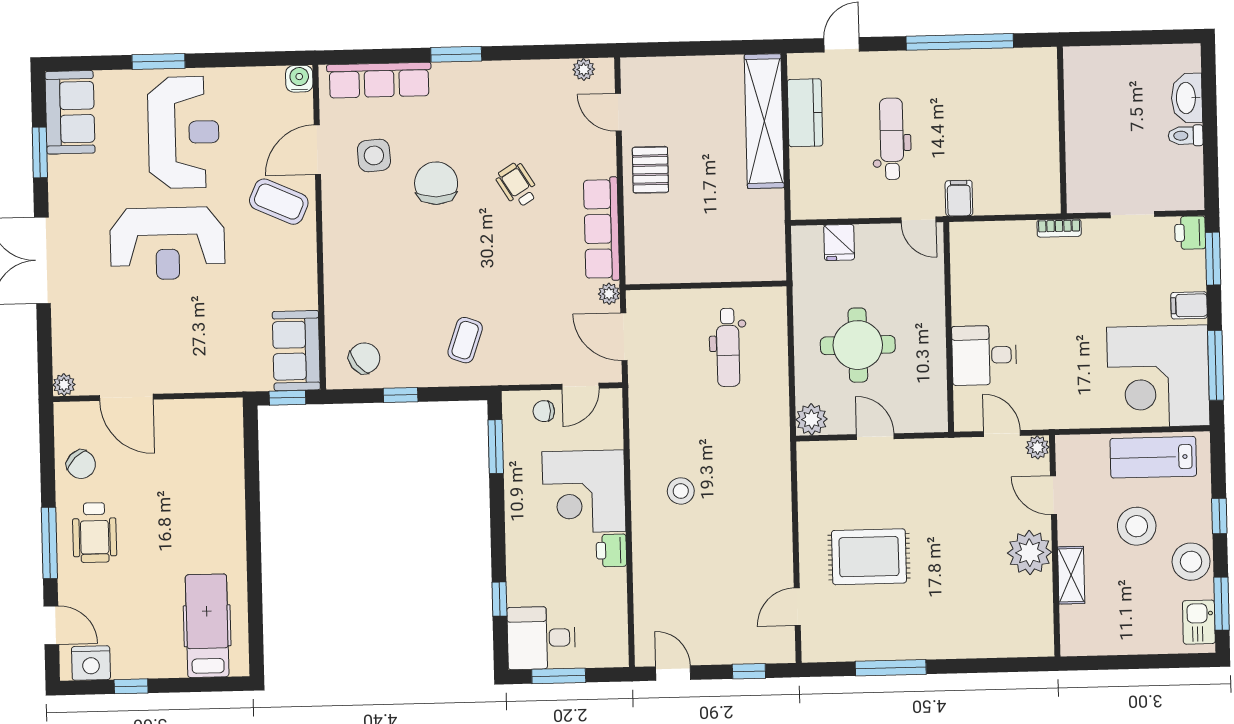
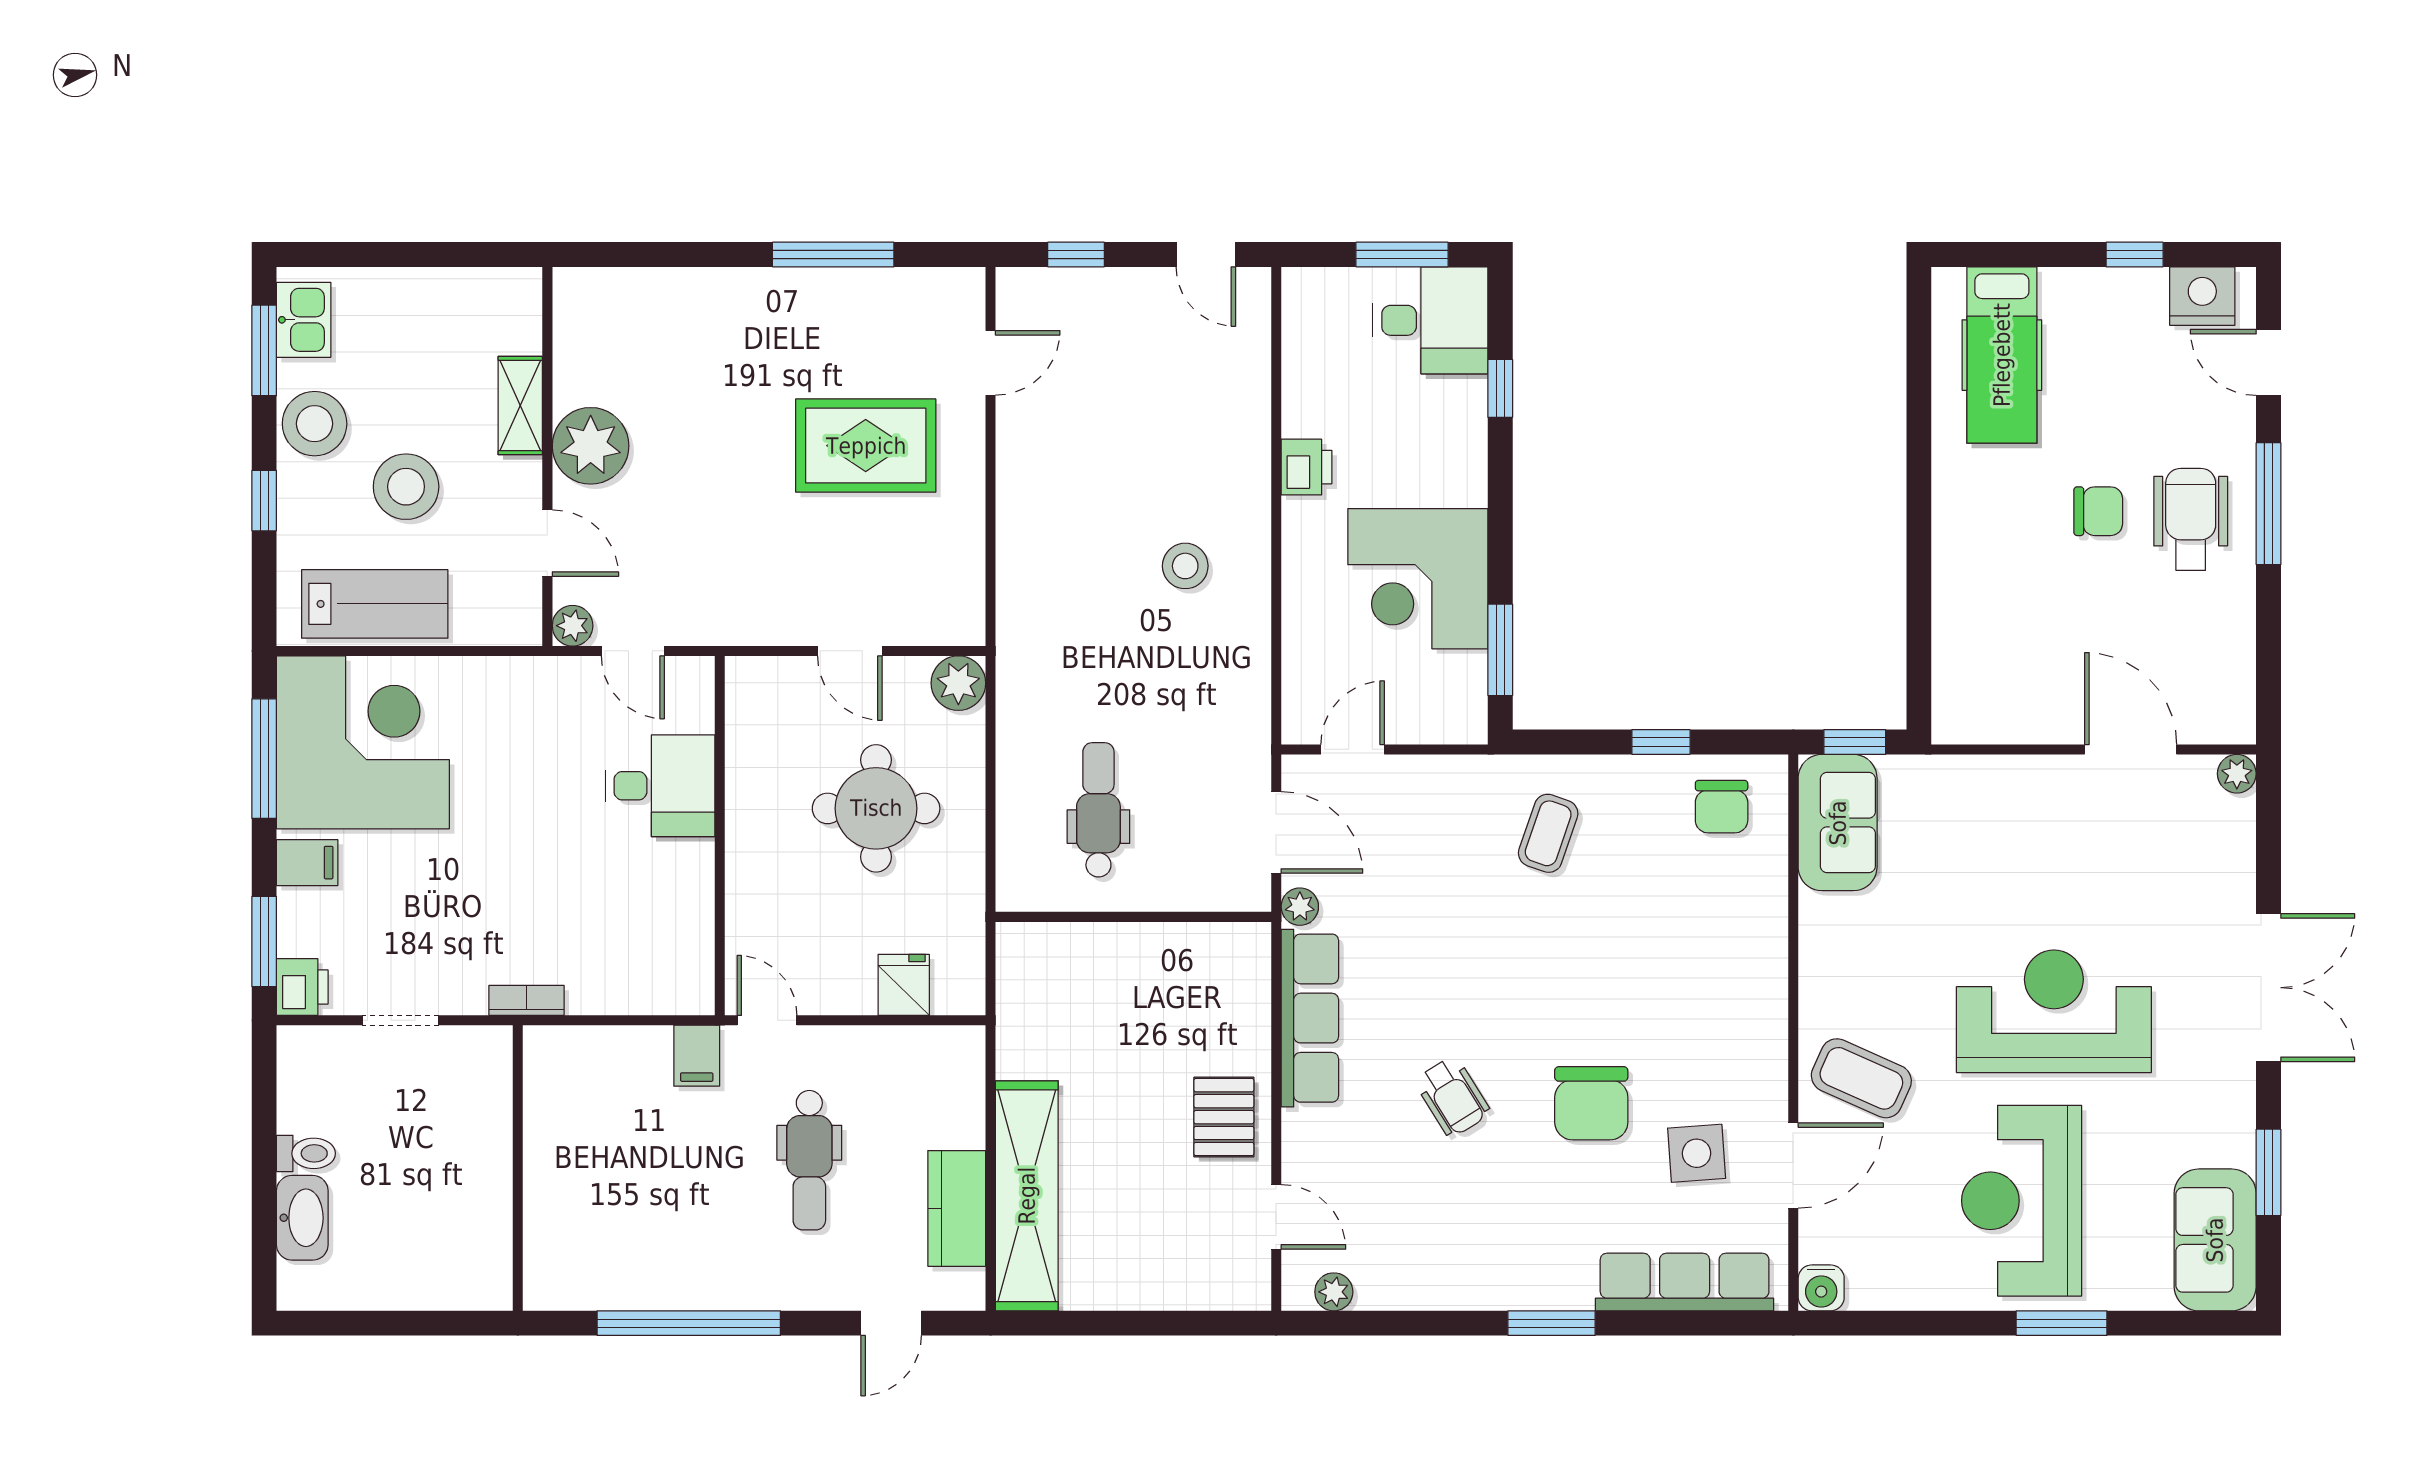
chair: (364, 358) -> (1722, 807), turned -52
chair: (544, 411) -> (1416, 708), removed
chair: (81, 464) -> (2098, 511), moved, turned 134
corner desk: (584, 492) -> (1418, 579), moved, turned 180

